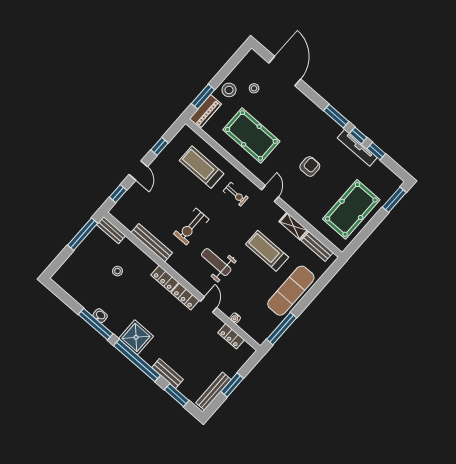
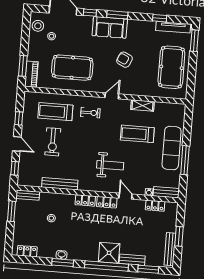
stool: (229, 90) -> (38, 26), moved
sofa: (319, 123) -> (110, 27), added
window: (358, 135) -> (90, 13), moved
tv unit: (357, 148) -> (173, 27), moved
armchair: (310, 167) -> (125, 60), turned -65
door: (270, 193) -> (112, 96), hinge flipped
exercise bike: (191, 227) -> (53, 142), moved
window: (83, 234) -> (11, 211), width x0.69
bench: (317, 247) -> (166, 192), moved
weight bench: (216, 262) -> (110, 165), turned 180
locker: (68, 286) -> (27, 251), added
window: (96, 324) -> (63, 263), width x0.69
window: (282, 329) -> (185, 160), moved
shower: (136, 337) -> (109, 253), moved

